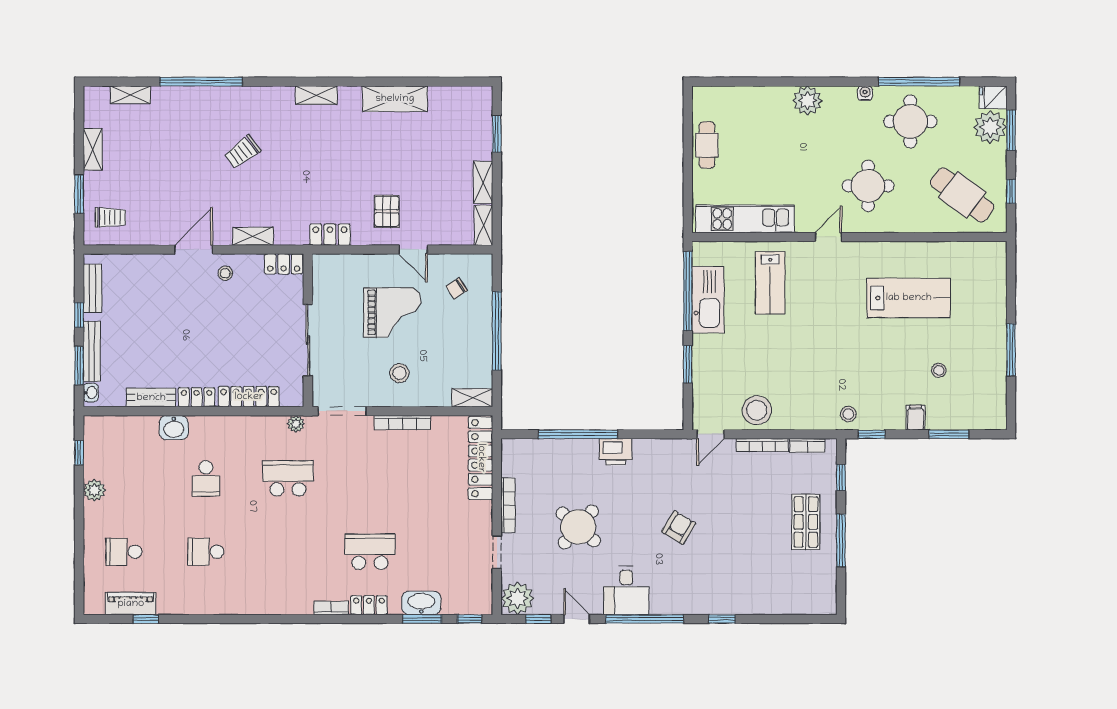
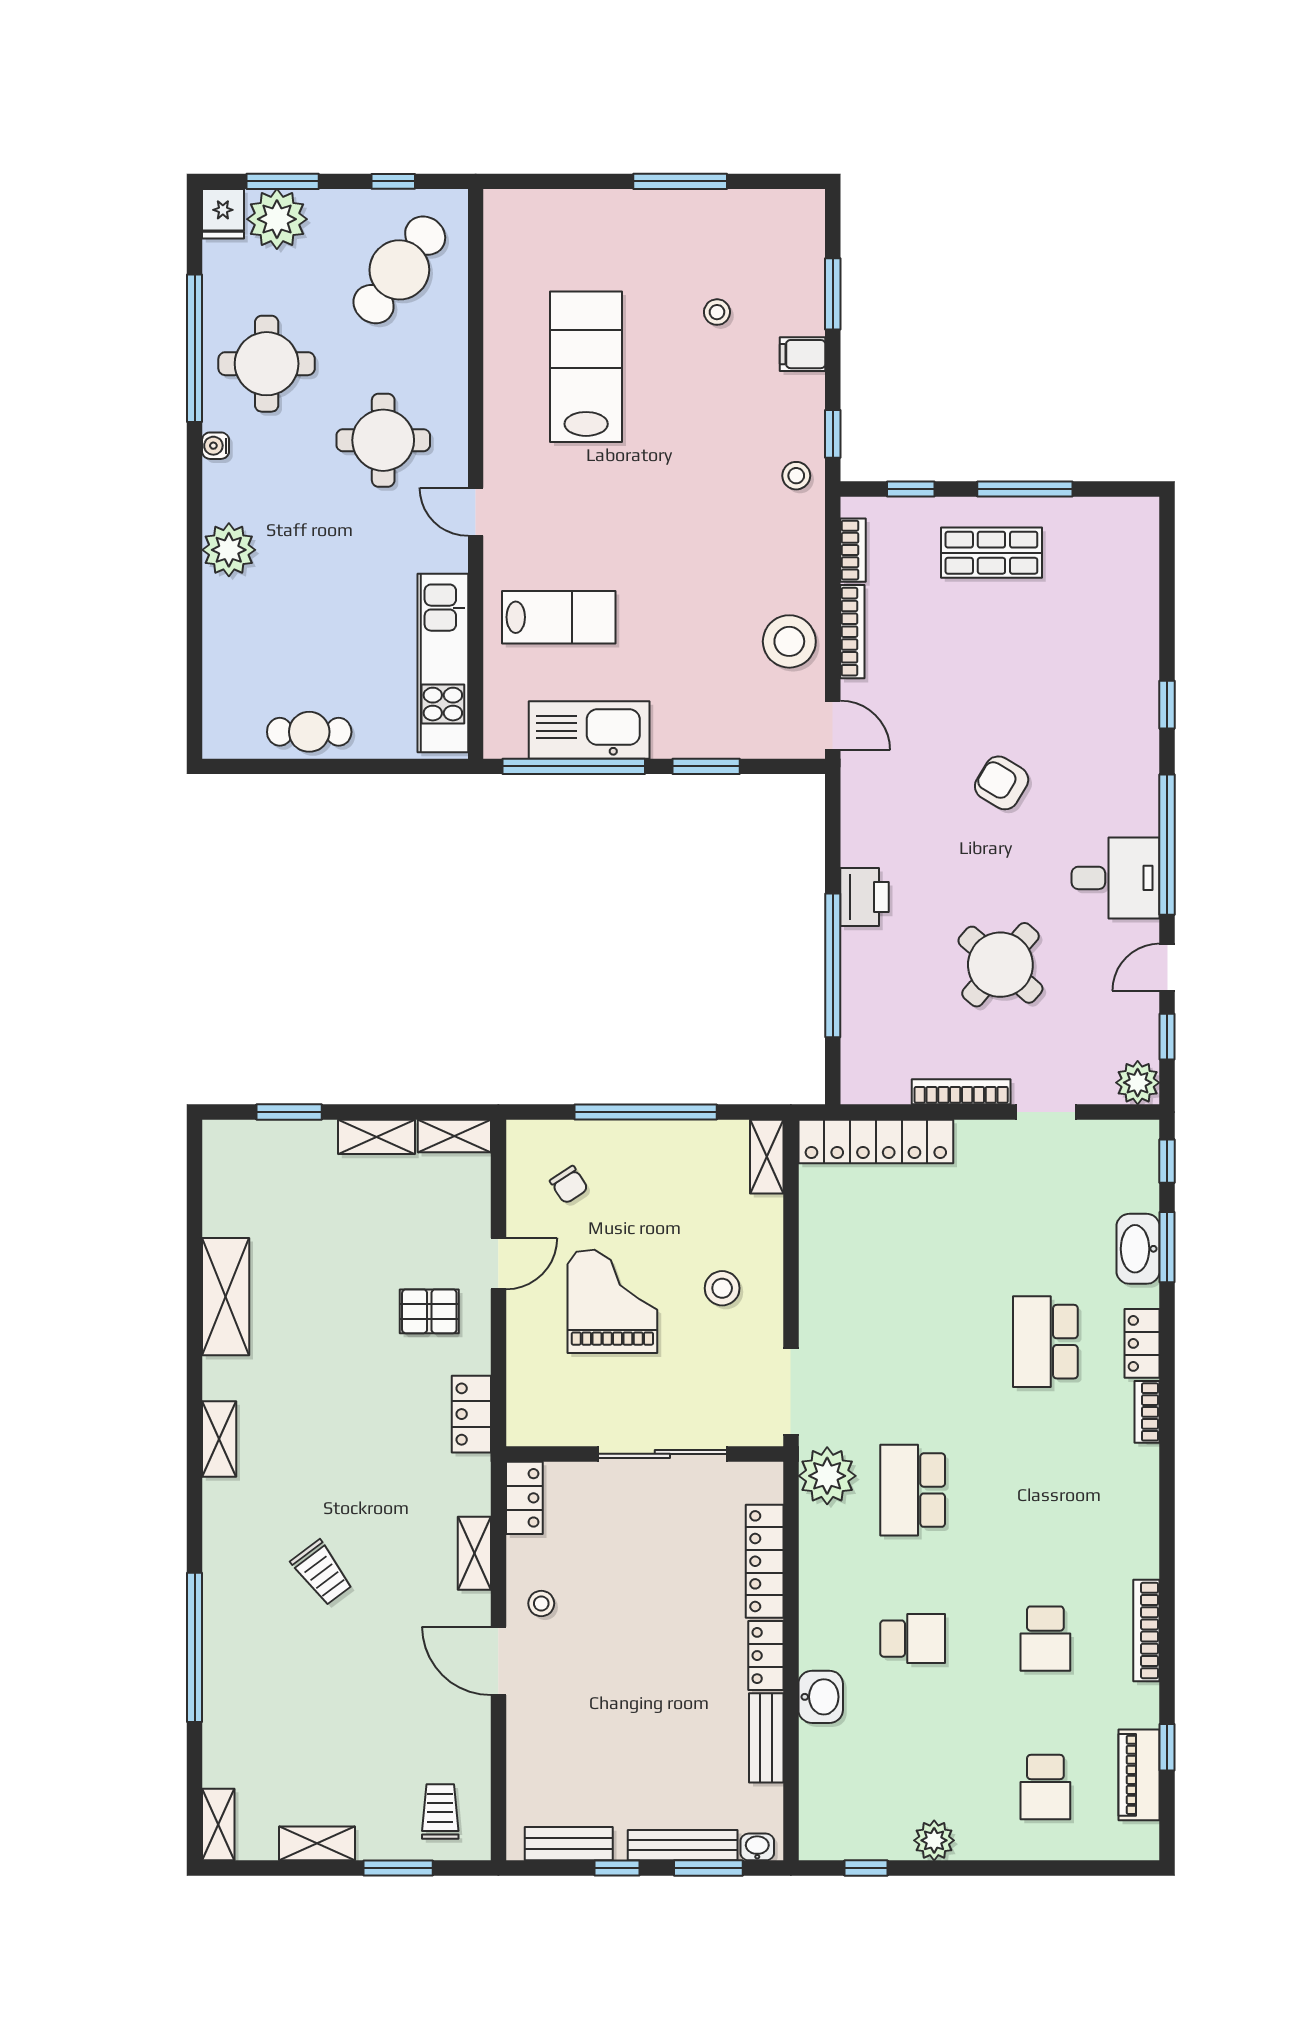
shelving: (130, 95) -> (218, 1825), moved
bookcase: (402, 423) -> (1146, 1630), moved, turned 180
plant: (296, 424) -> (827, 1476), width x1.88, depth x1.88
plant: (517, 598) -> (1138, 1083), width x0.73, depth x0.73

